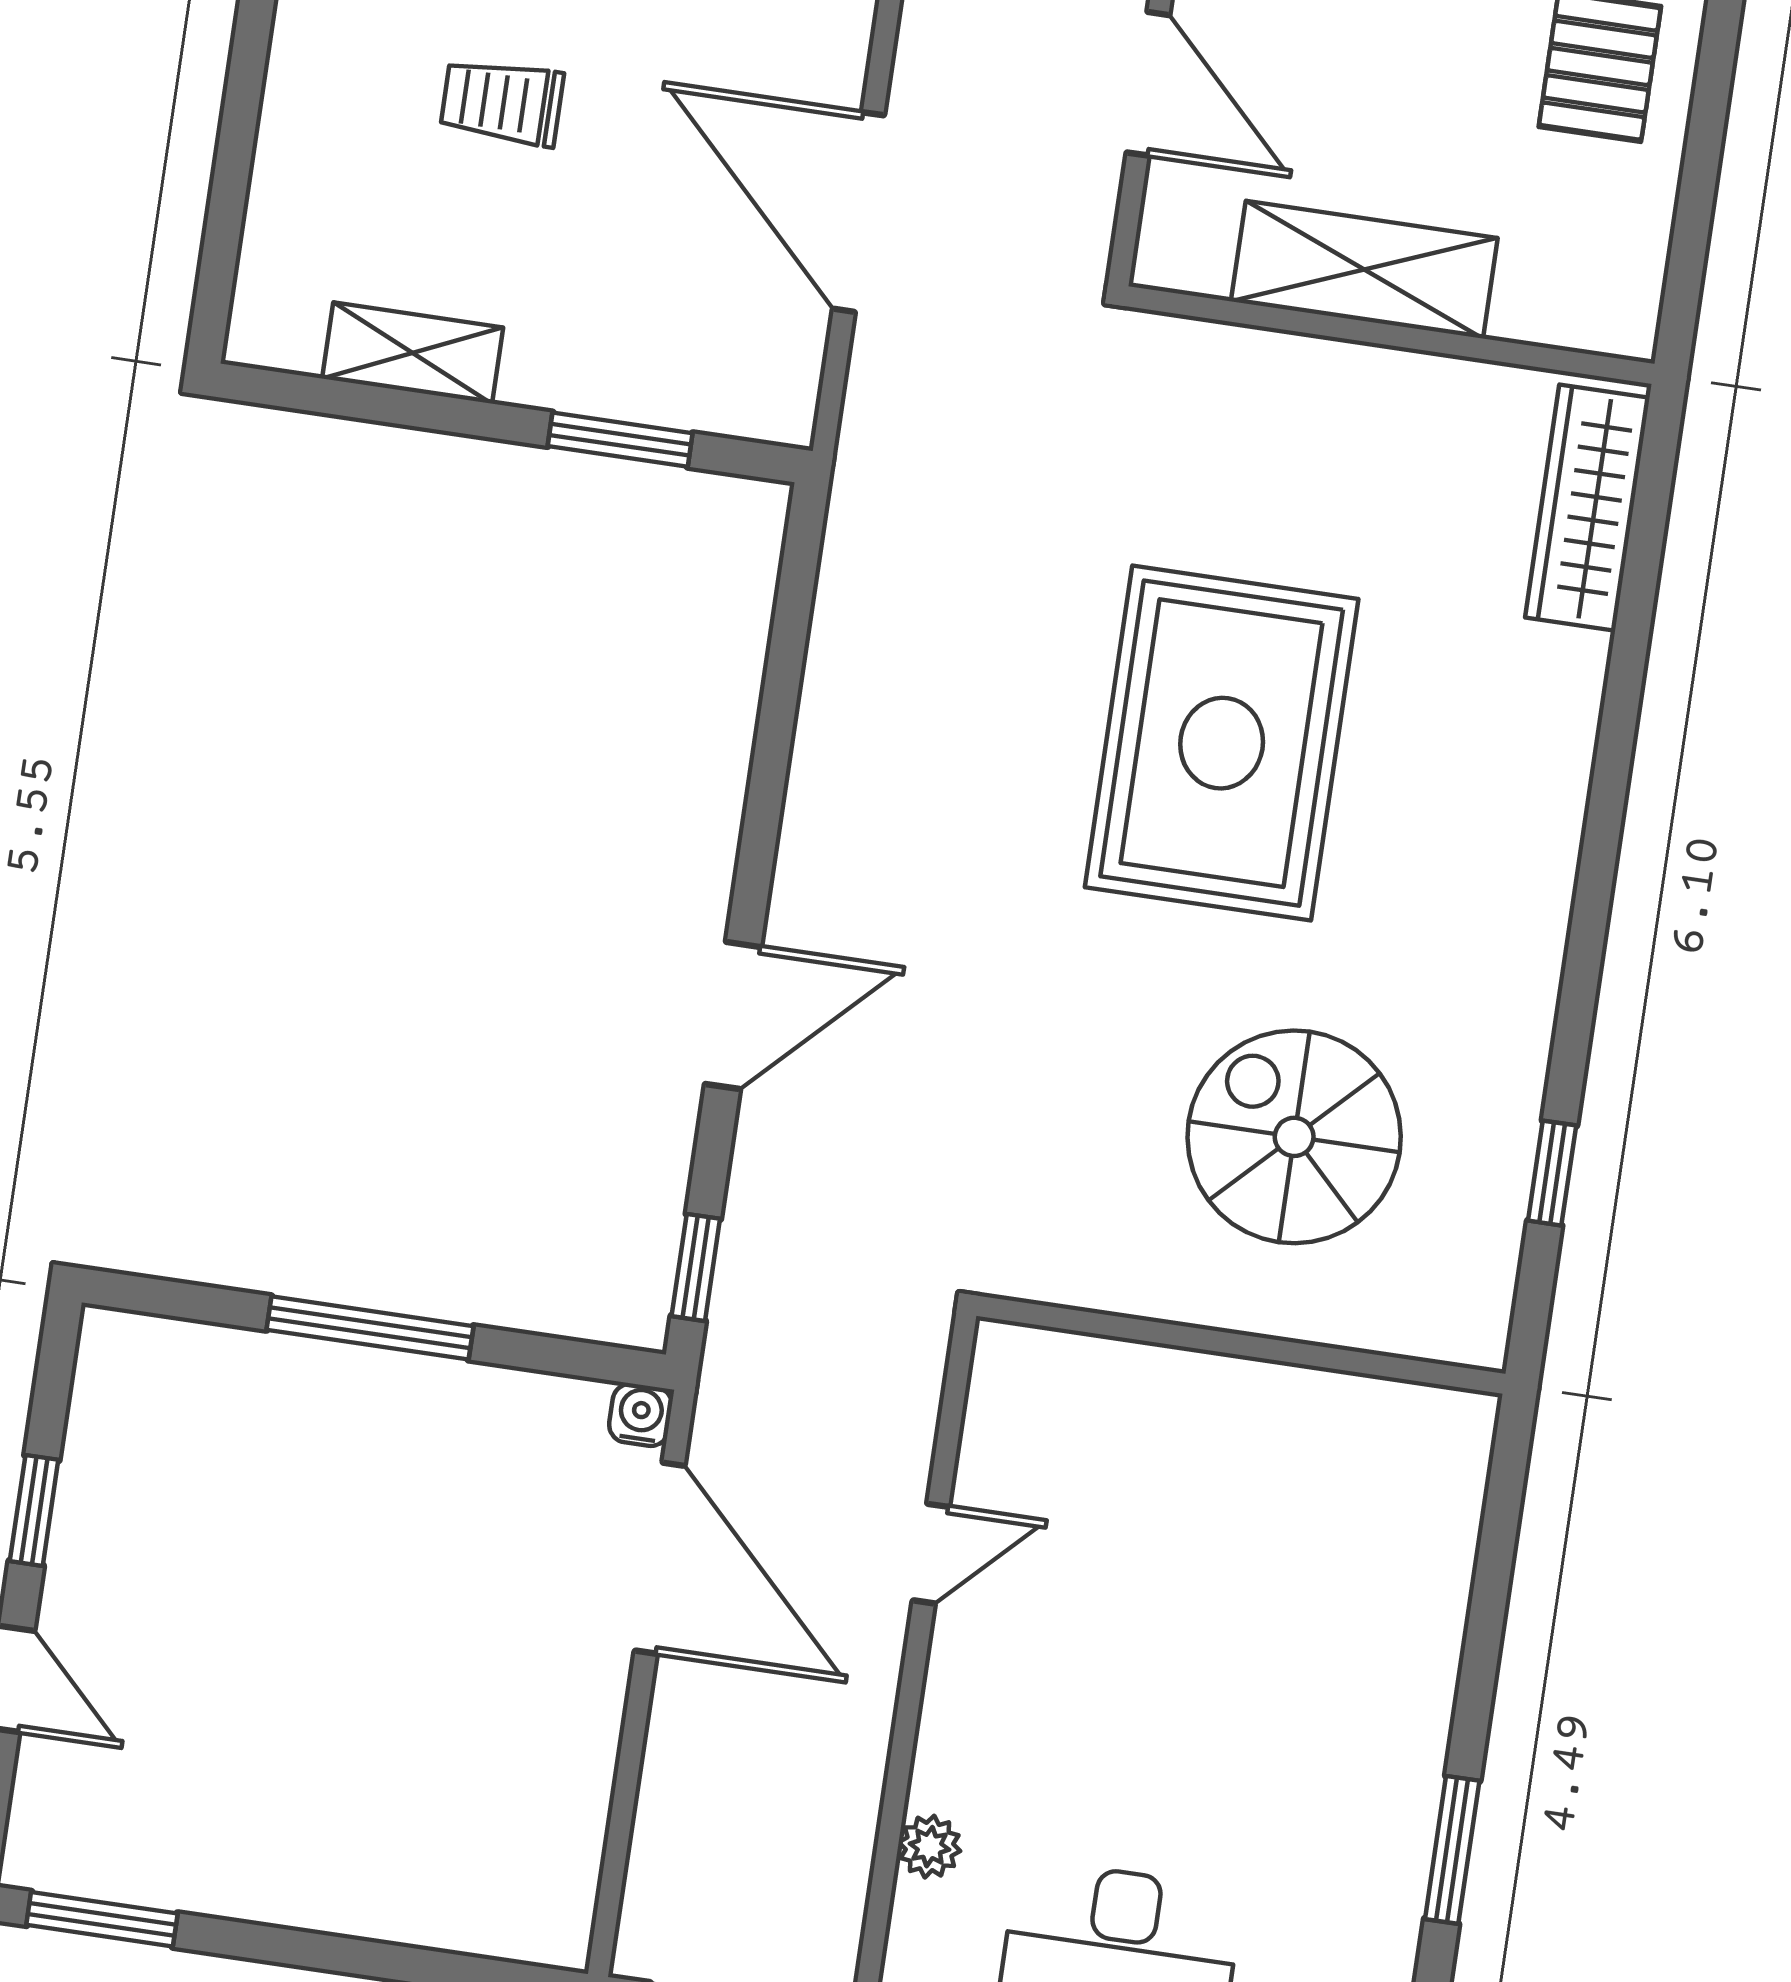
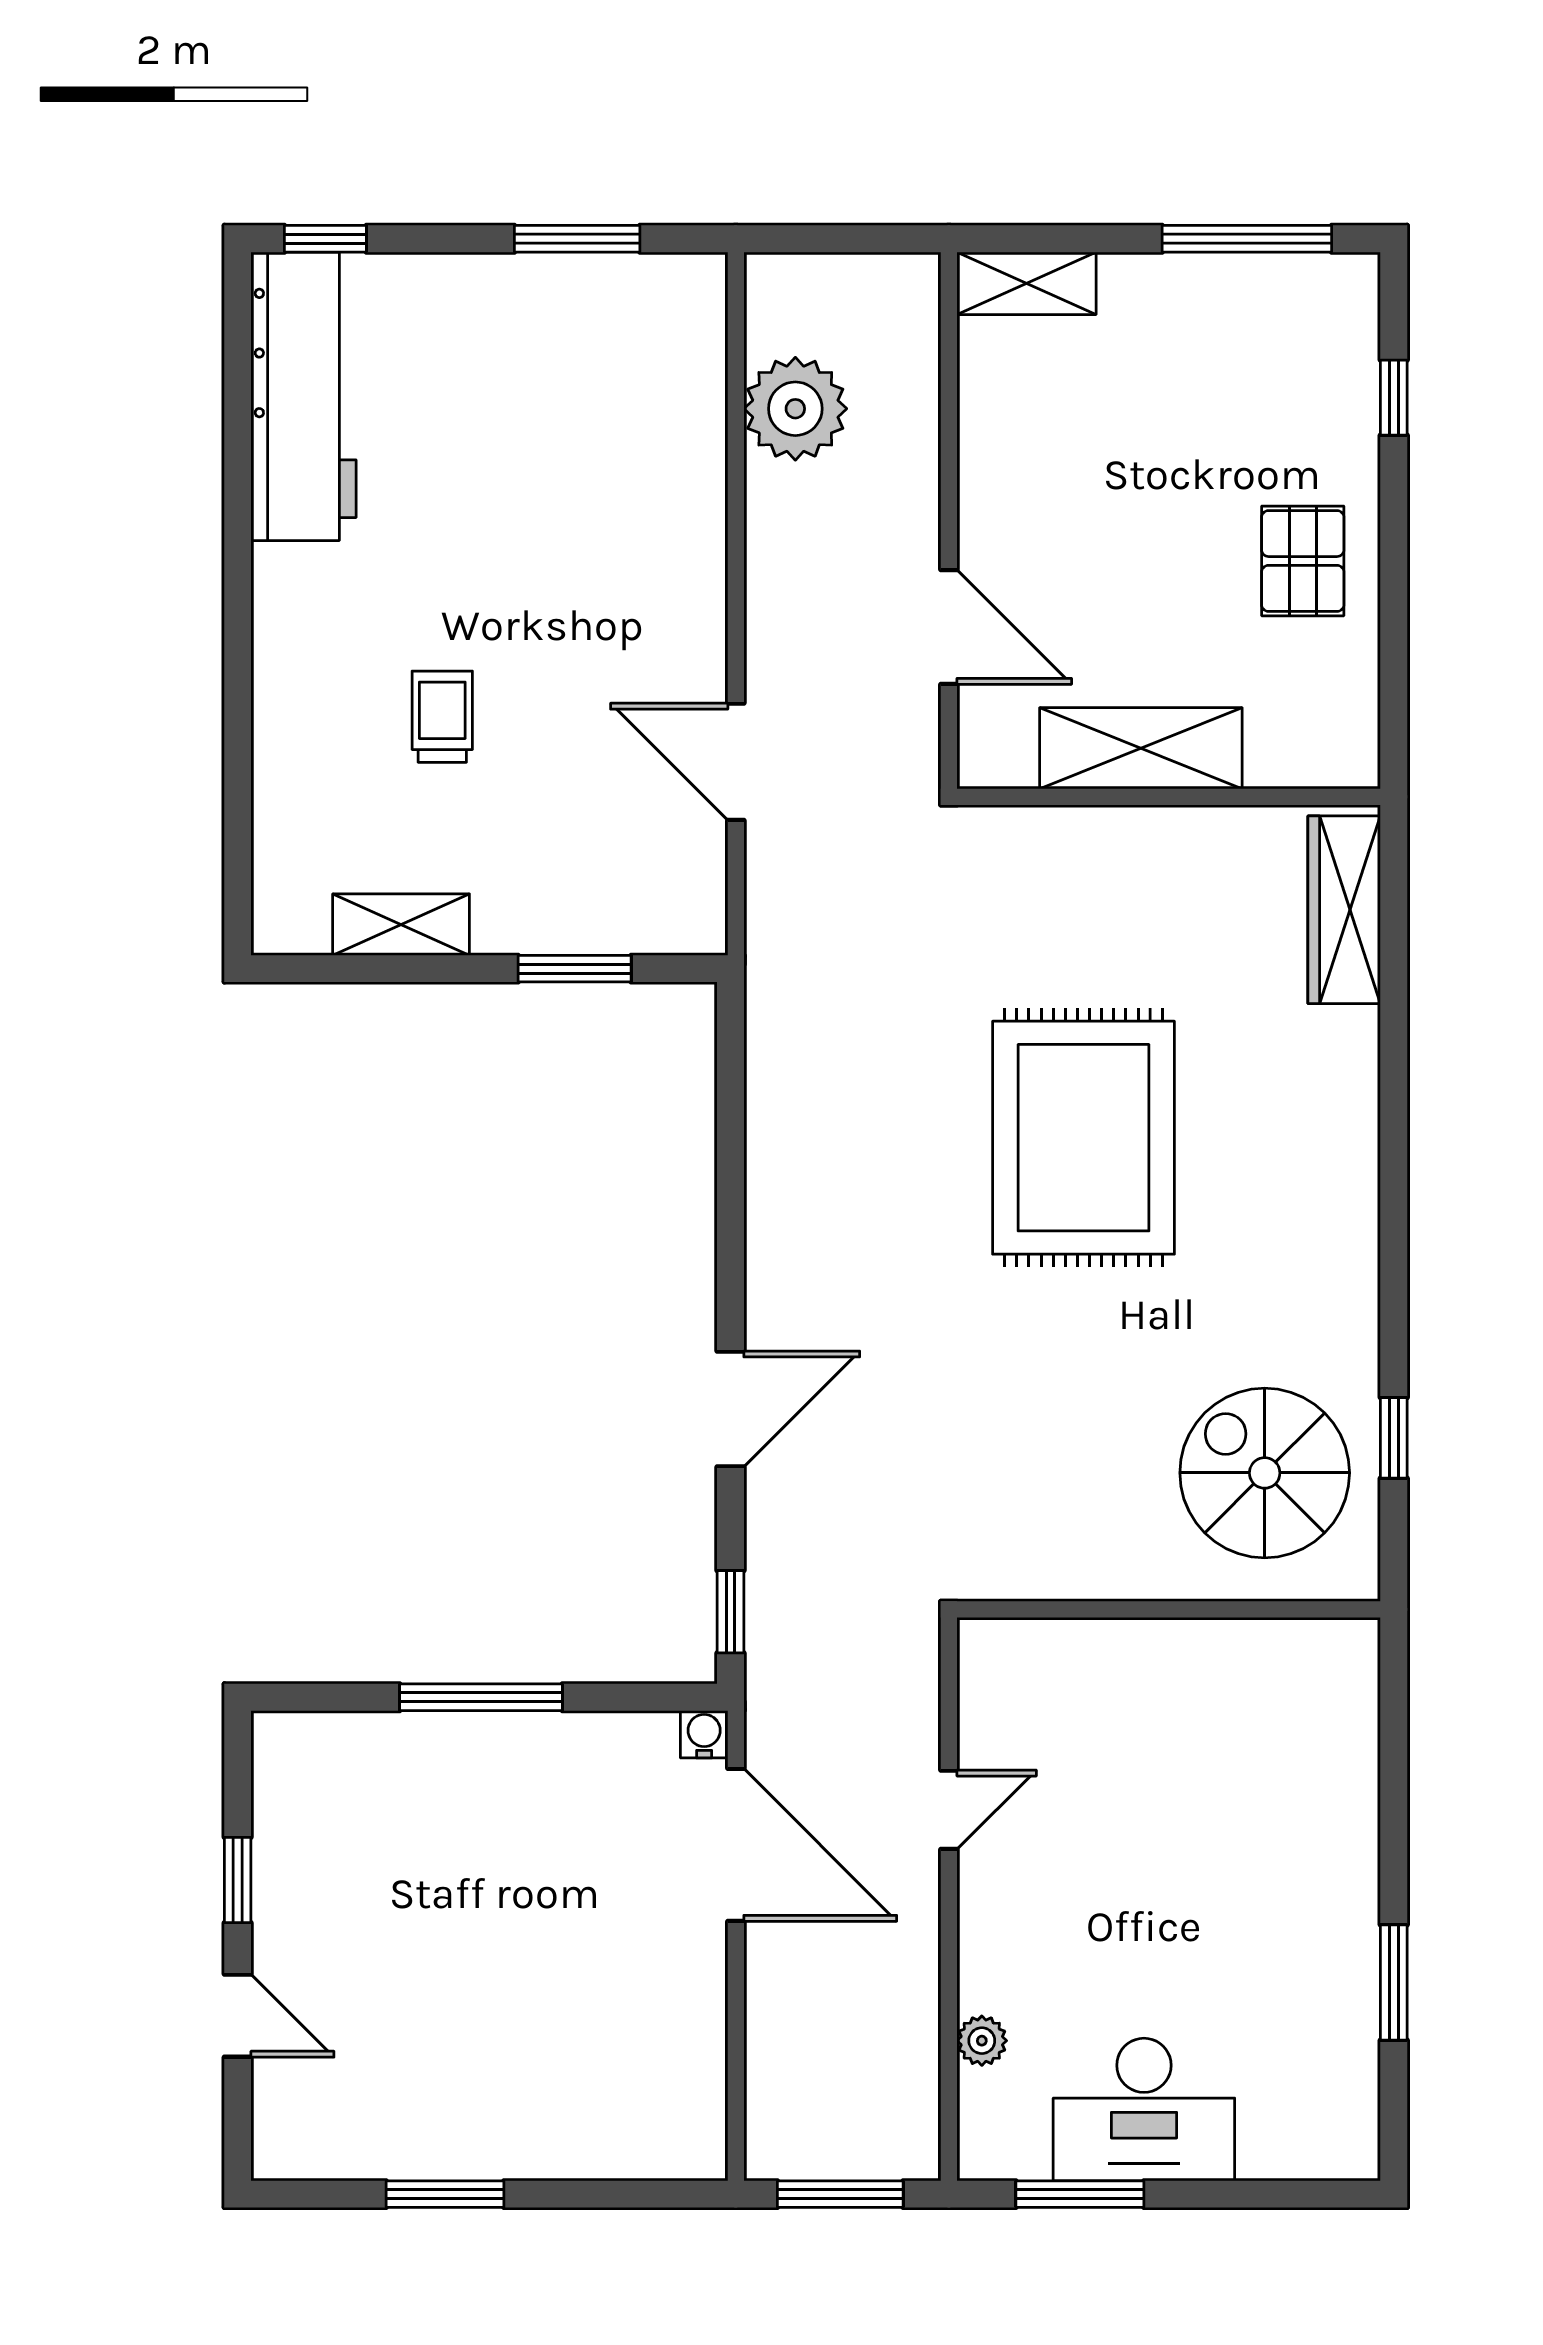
trolley: (502, 102) -> (442, 717), turned 90
door: (858, 212) -> (736, 762), width x0.73
spiral stairs: (1294, 1137) -> (1265, 1473), moved
window: (102, 1919) -> (445, 2194), moved

